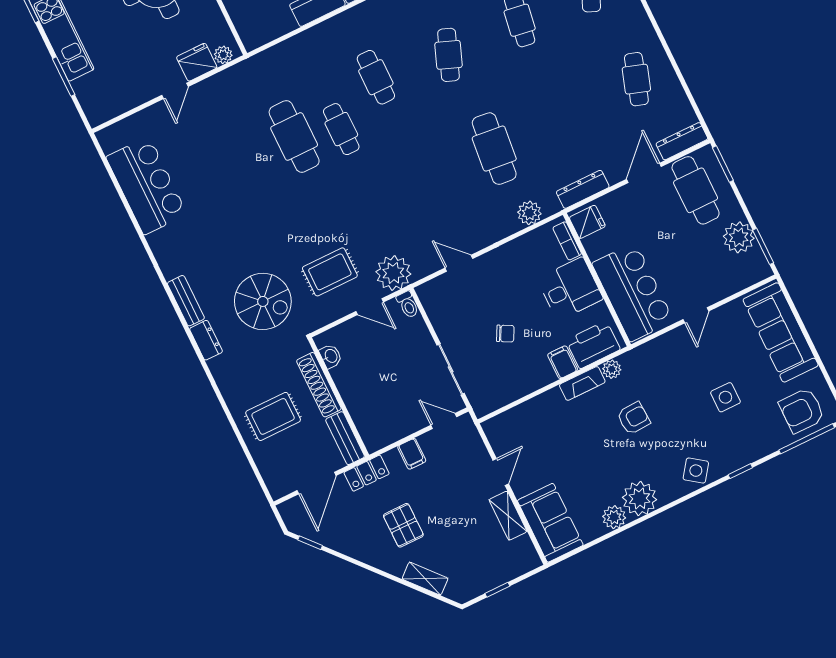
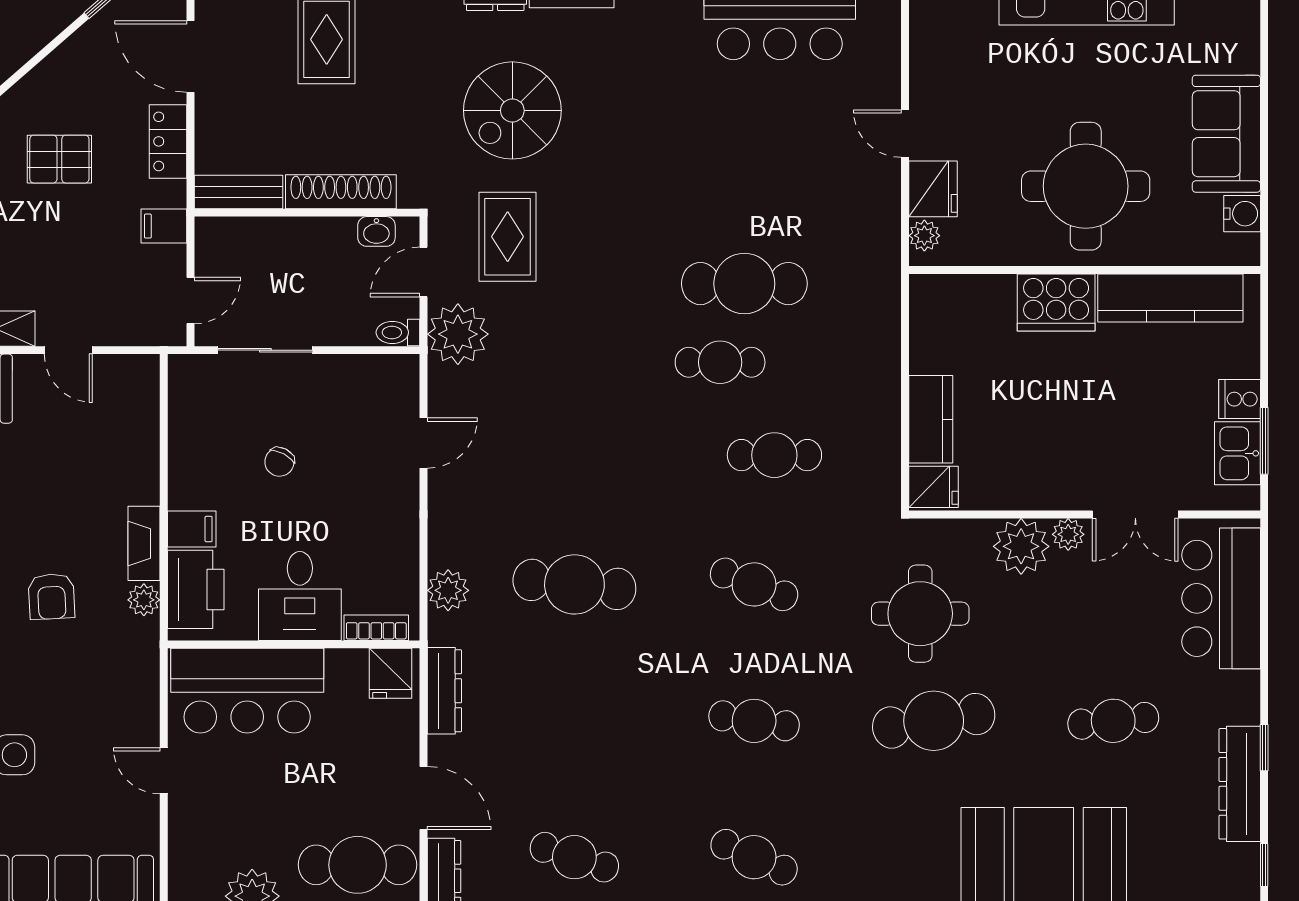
washbasin: (331, 356) -> (376, 231), moved
shoe rack: (319, 385) -> (341, 192), moved
wall: (338, 397) -> (307, 213), moved
bench: (345, 438) -> (238, 192), moved

